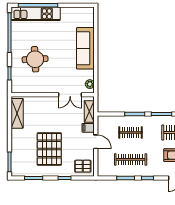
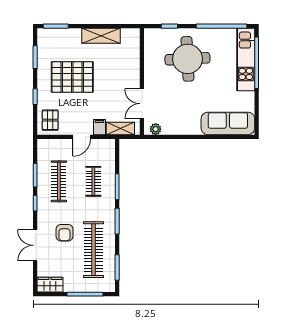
sofa: (85, 48) -> (228, 123), moved
round table: (35, 59) -> (187, 59), width x1.36, depth x1.36
shelving: (17, 113) -> (101, 36), moved

